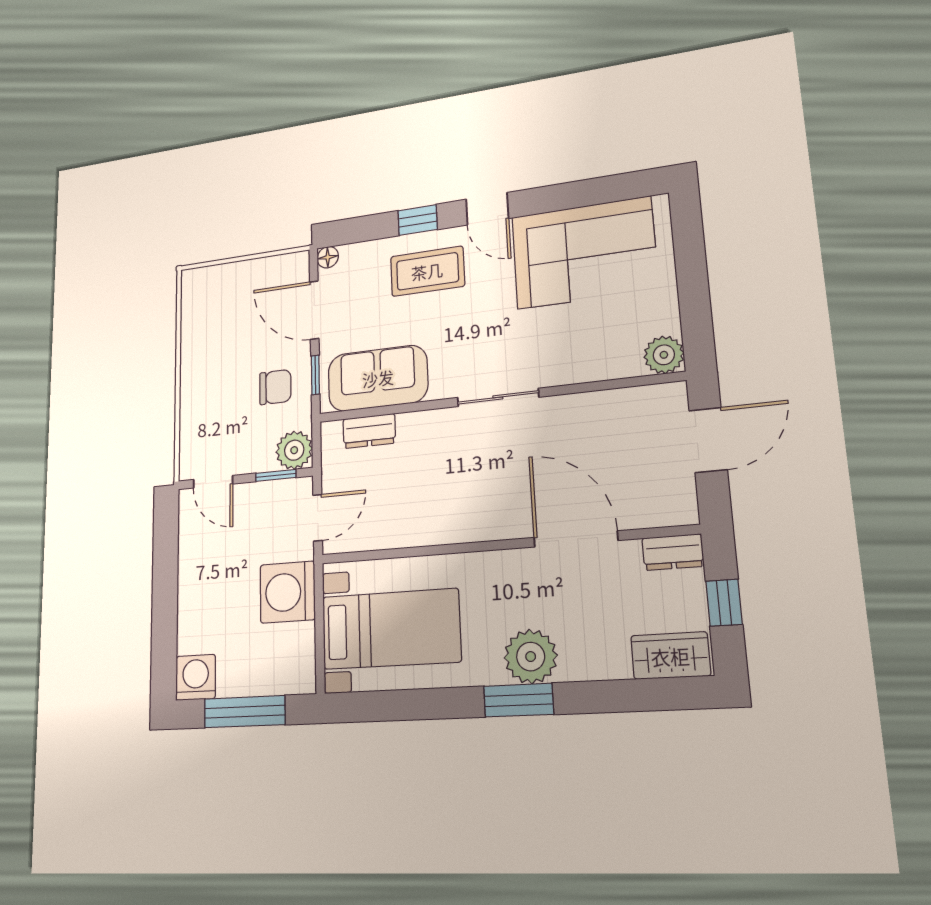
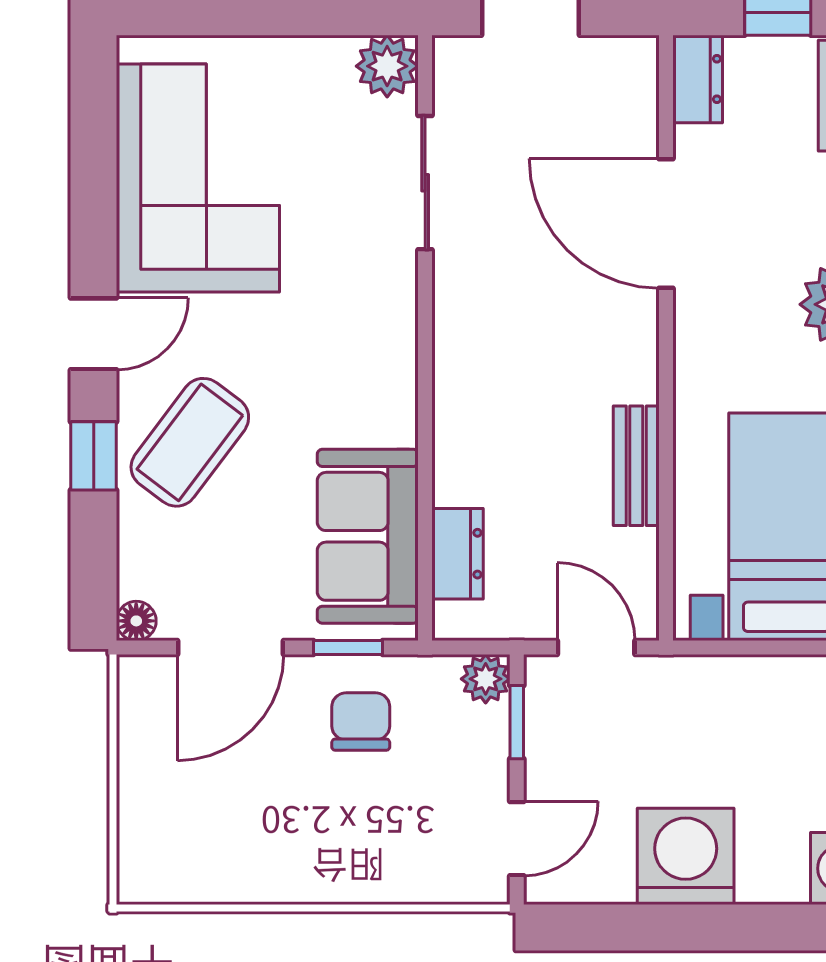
coffee table: (427, 271) -> (190, 442), turned 37
sliding door: (498, 397) -> (425, 183), moved
plant: (294, 450) -> (486, 679), width x0.73, depth x0.73
bench: (424, 533) -> (636, 466), added
door: (576, 539) -> (666, 223), hinge flipped
washing machine: (288, 592) -> (686, 856), moved, turned 180

